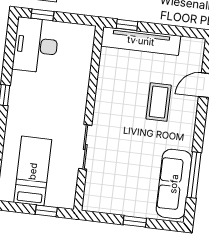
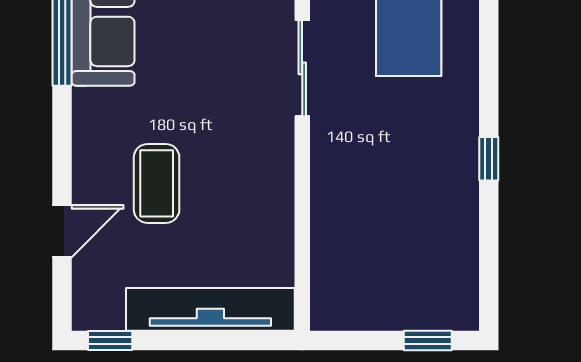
window: (127, 25) -> (110, 341), moved
desk: (36, 45) -> (434, 274), removed

